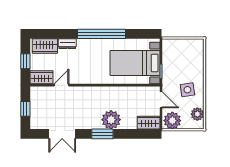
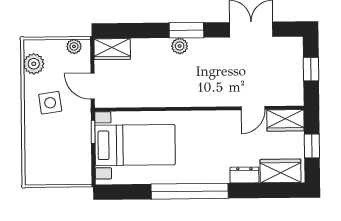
plant: (111, 120) -> (180, 46), width x0.53, depth x0.53
plant: (172, 121) -> (74, 46), width x0.53, depth x0.53

